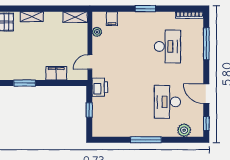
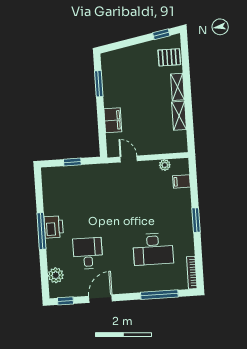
shelving: (75, 17) -> (179, 116), moved
printer: (100, 87) -> (54, 227), moved, turned -90
desk: (167, 102) -> (88, 253), width x0.73

